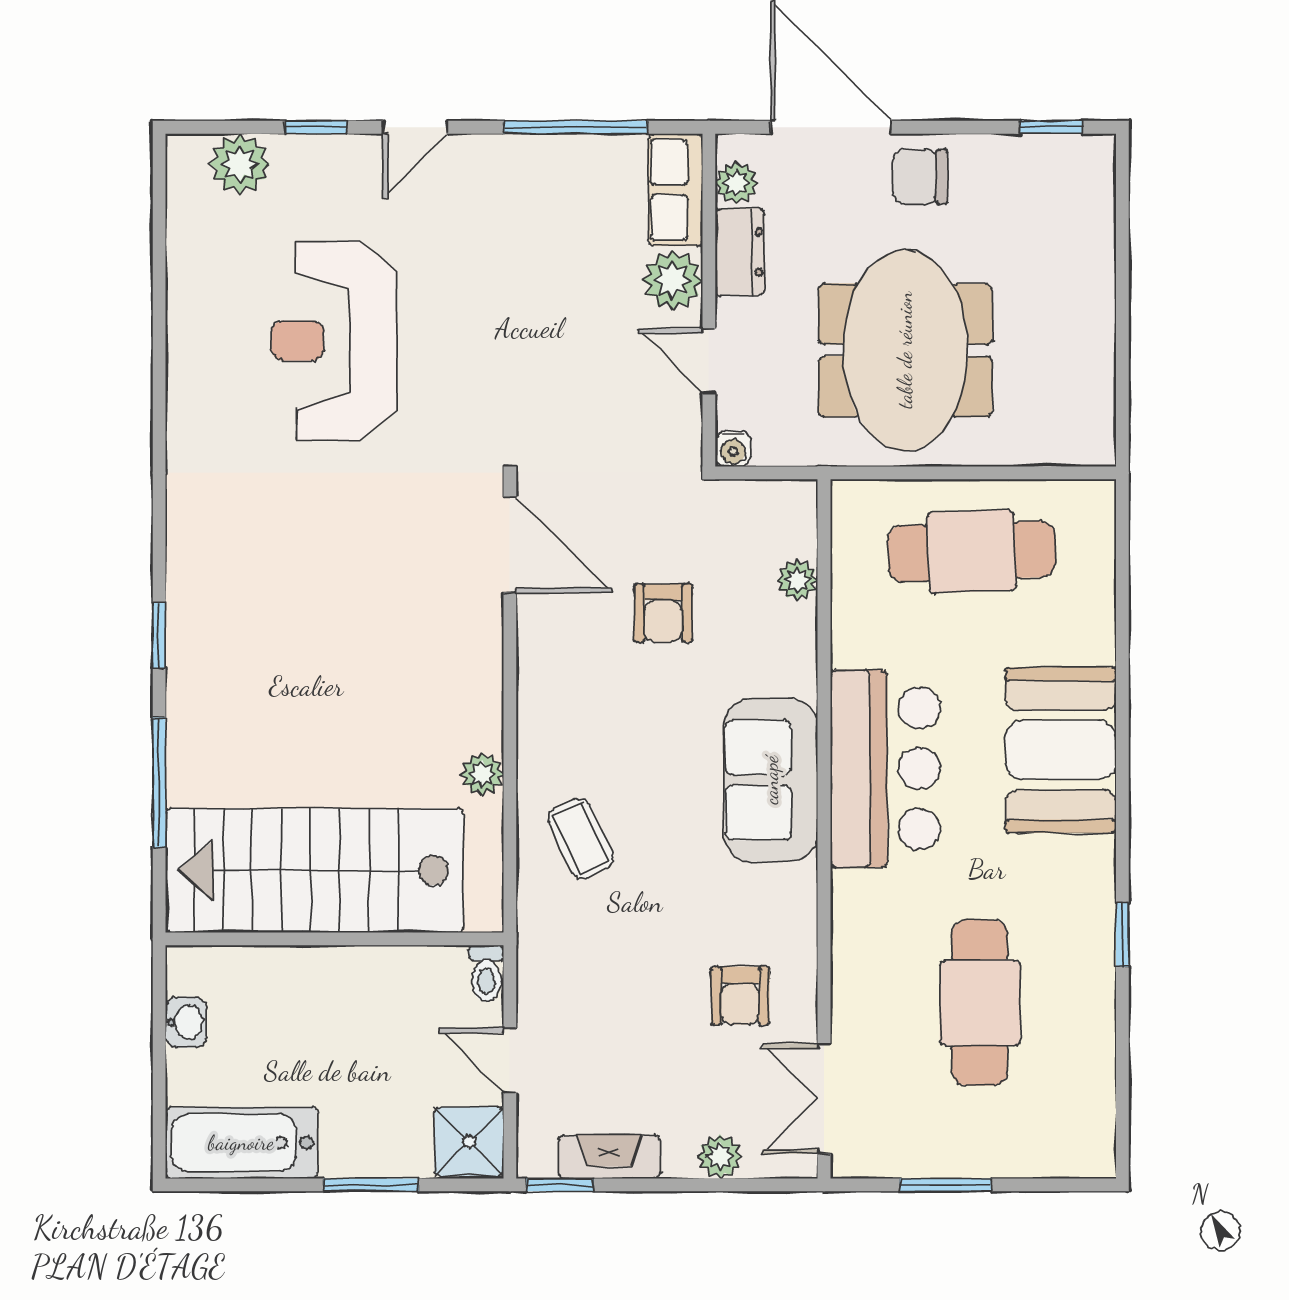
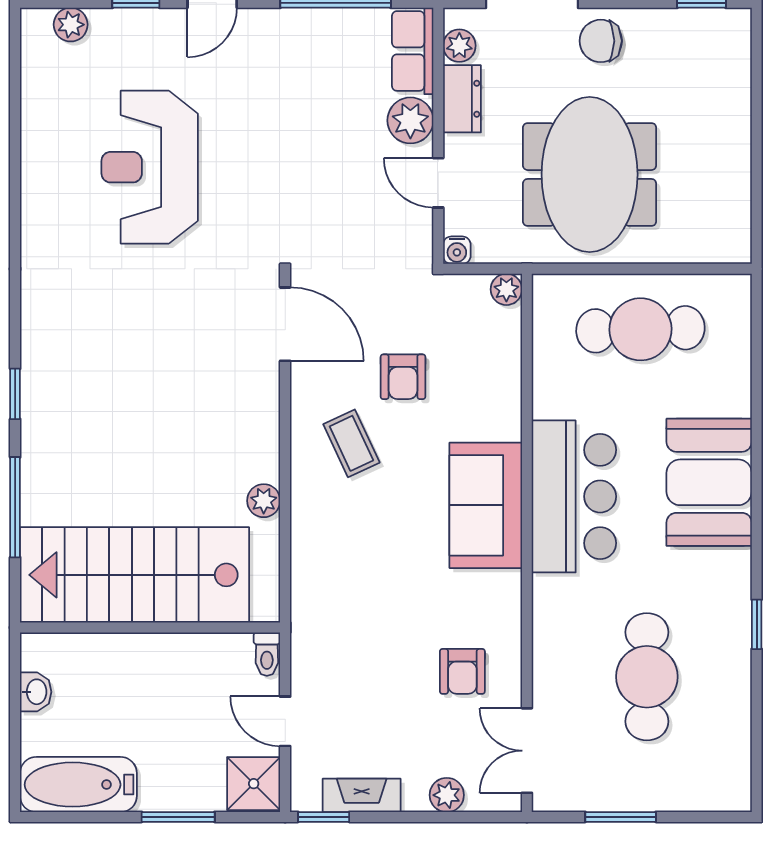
plant: (240, 164) -> (71, 25), width x0.73, depth x0.73
plant: (797, 580) -> (506, 289), moved
coffee table: (581, 839) -> (351, 443), moved

